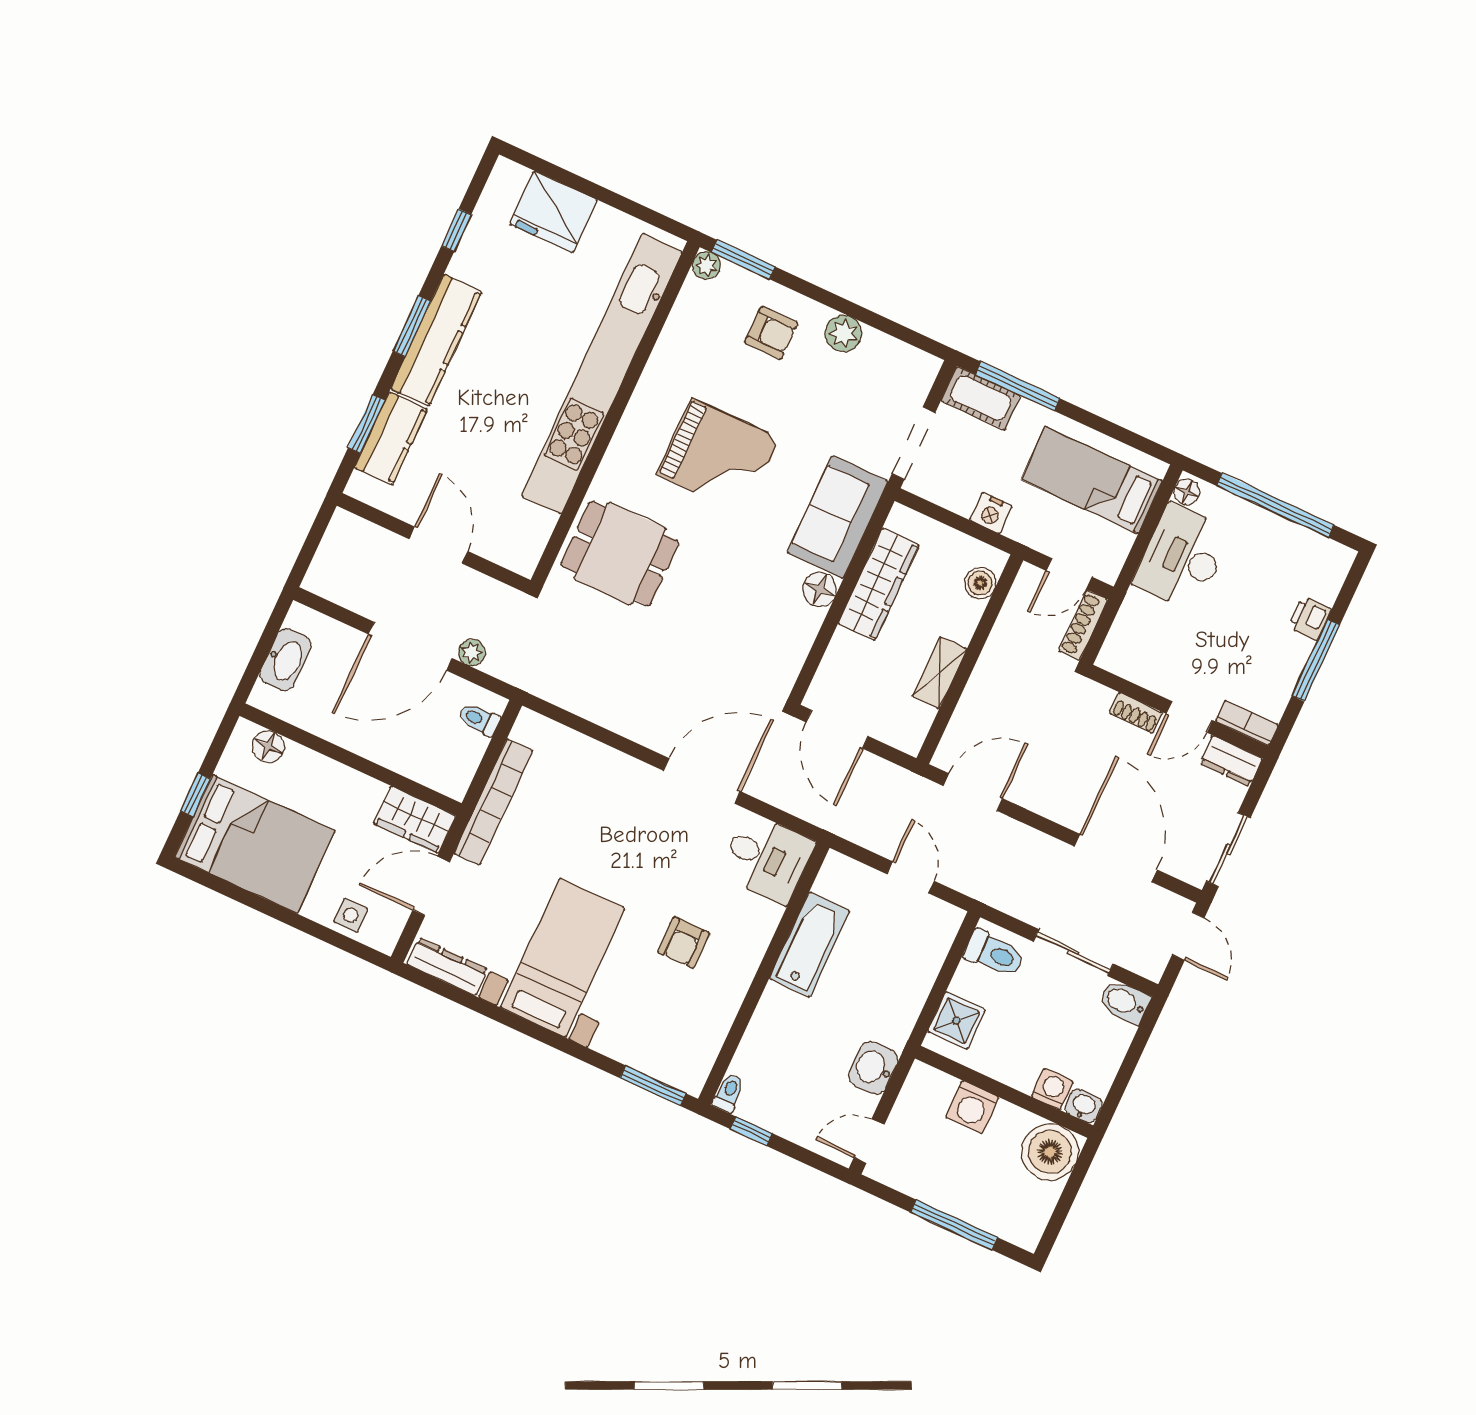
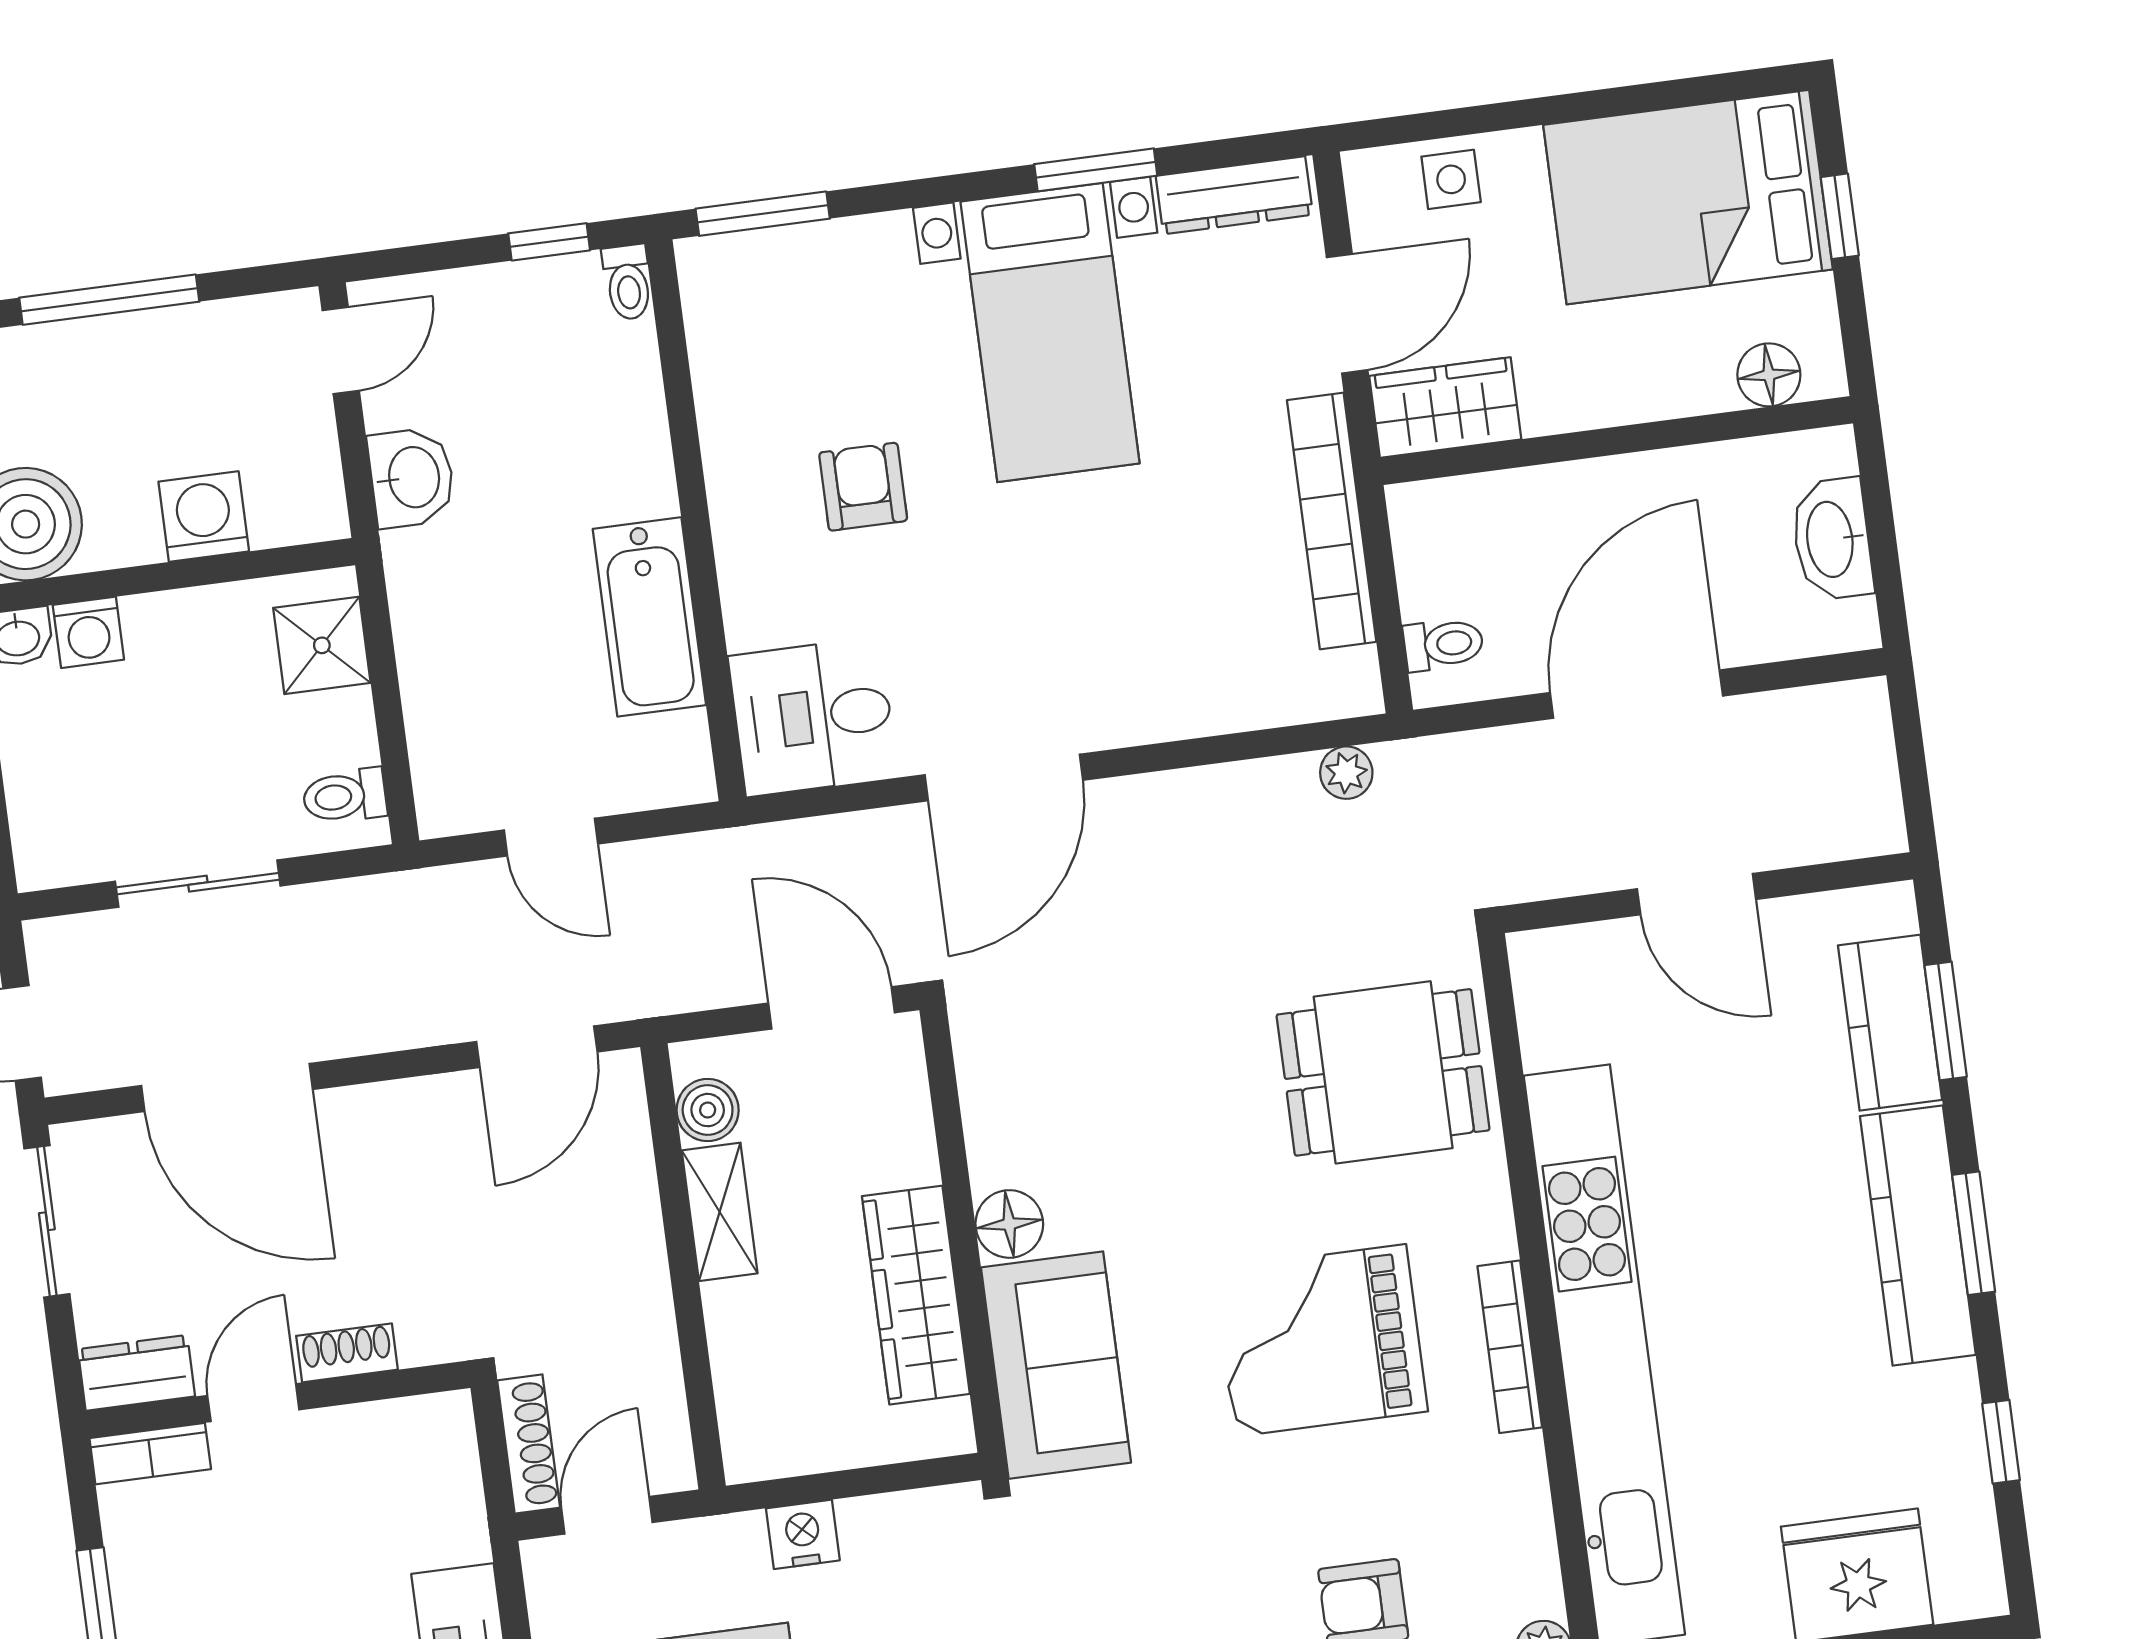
bookcase: (640, 403) -> (1510, 1347), added
boiler: (980, 583) -> (708, 1110), moved
plant: (472, 653) -> (1346, 773), moved
toilet: (994, 954) -> (345, 796), width x0.73, depth x0.72
bidet: (1124, 1002) -> (60, 855), removed
window: (499, 1015) -> (1096, 170), added

